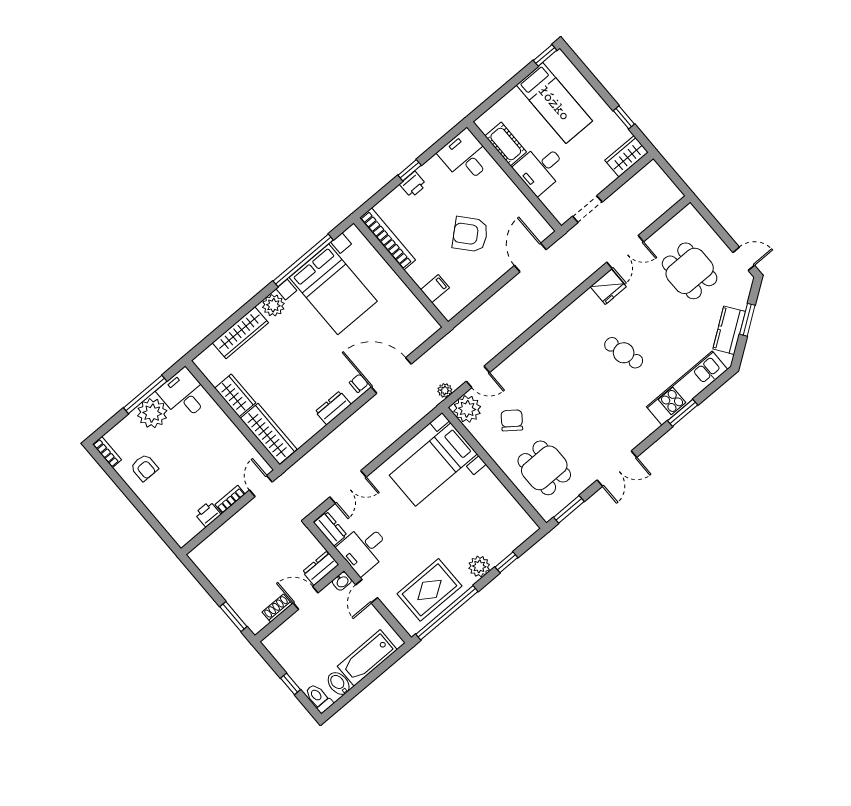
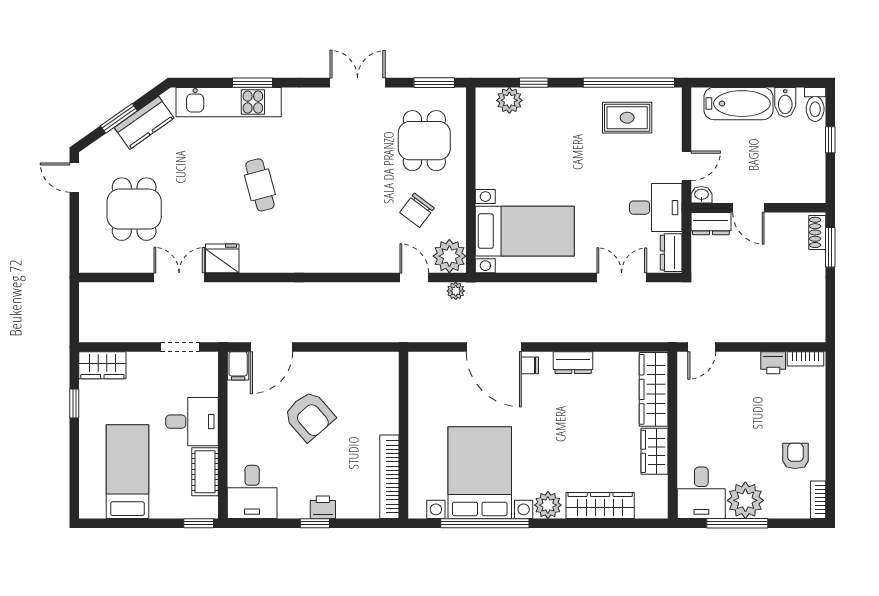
window: (545, 55) -> (199, 523), moved
filing cabinet: (435, 289) -> (238, 366), moved, turned -90
bookcase: (230, 499) -> (805, 359), moved
plant: (479, 566) -> (509, 100), moved
rug: (429, 590) -> (627, 118), width x0.73, depth x0.70
shoe rack: (277, 608) -> (817, 232), moved, turned 90

